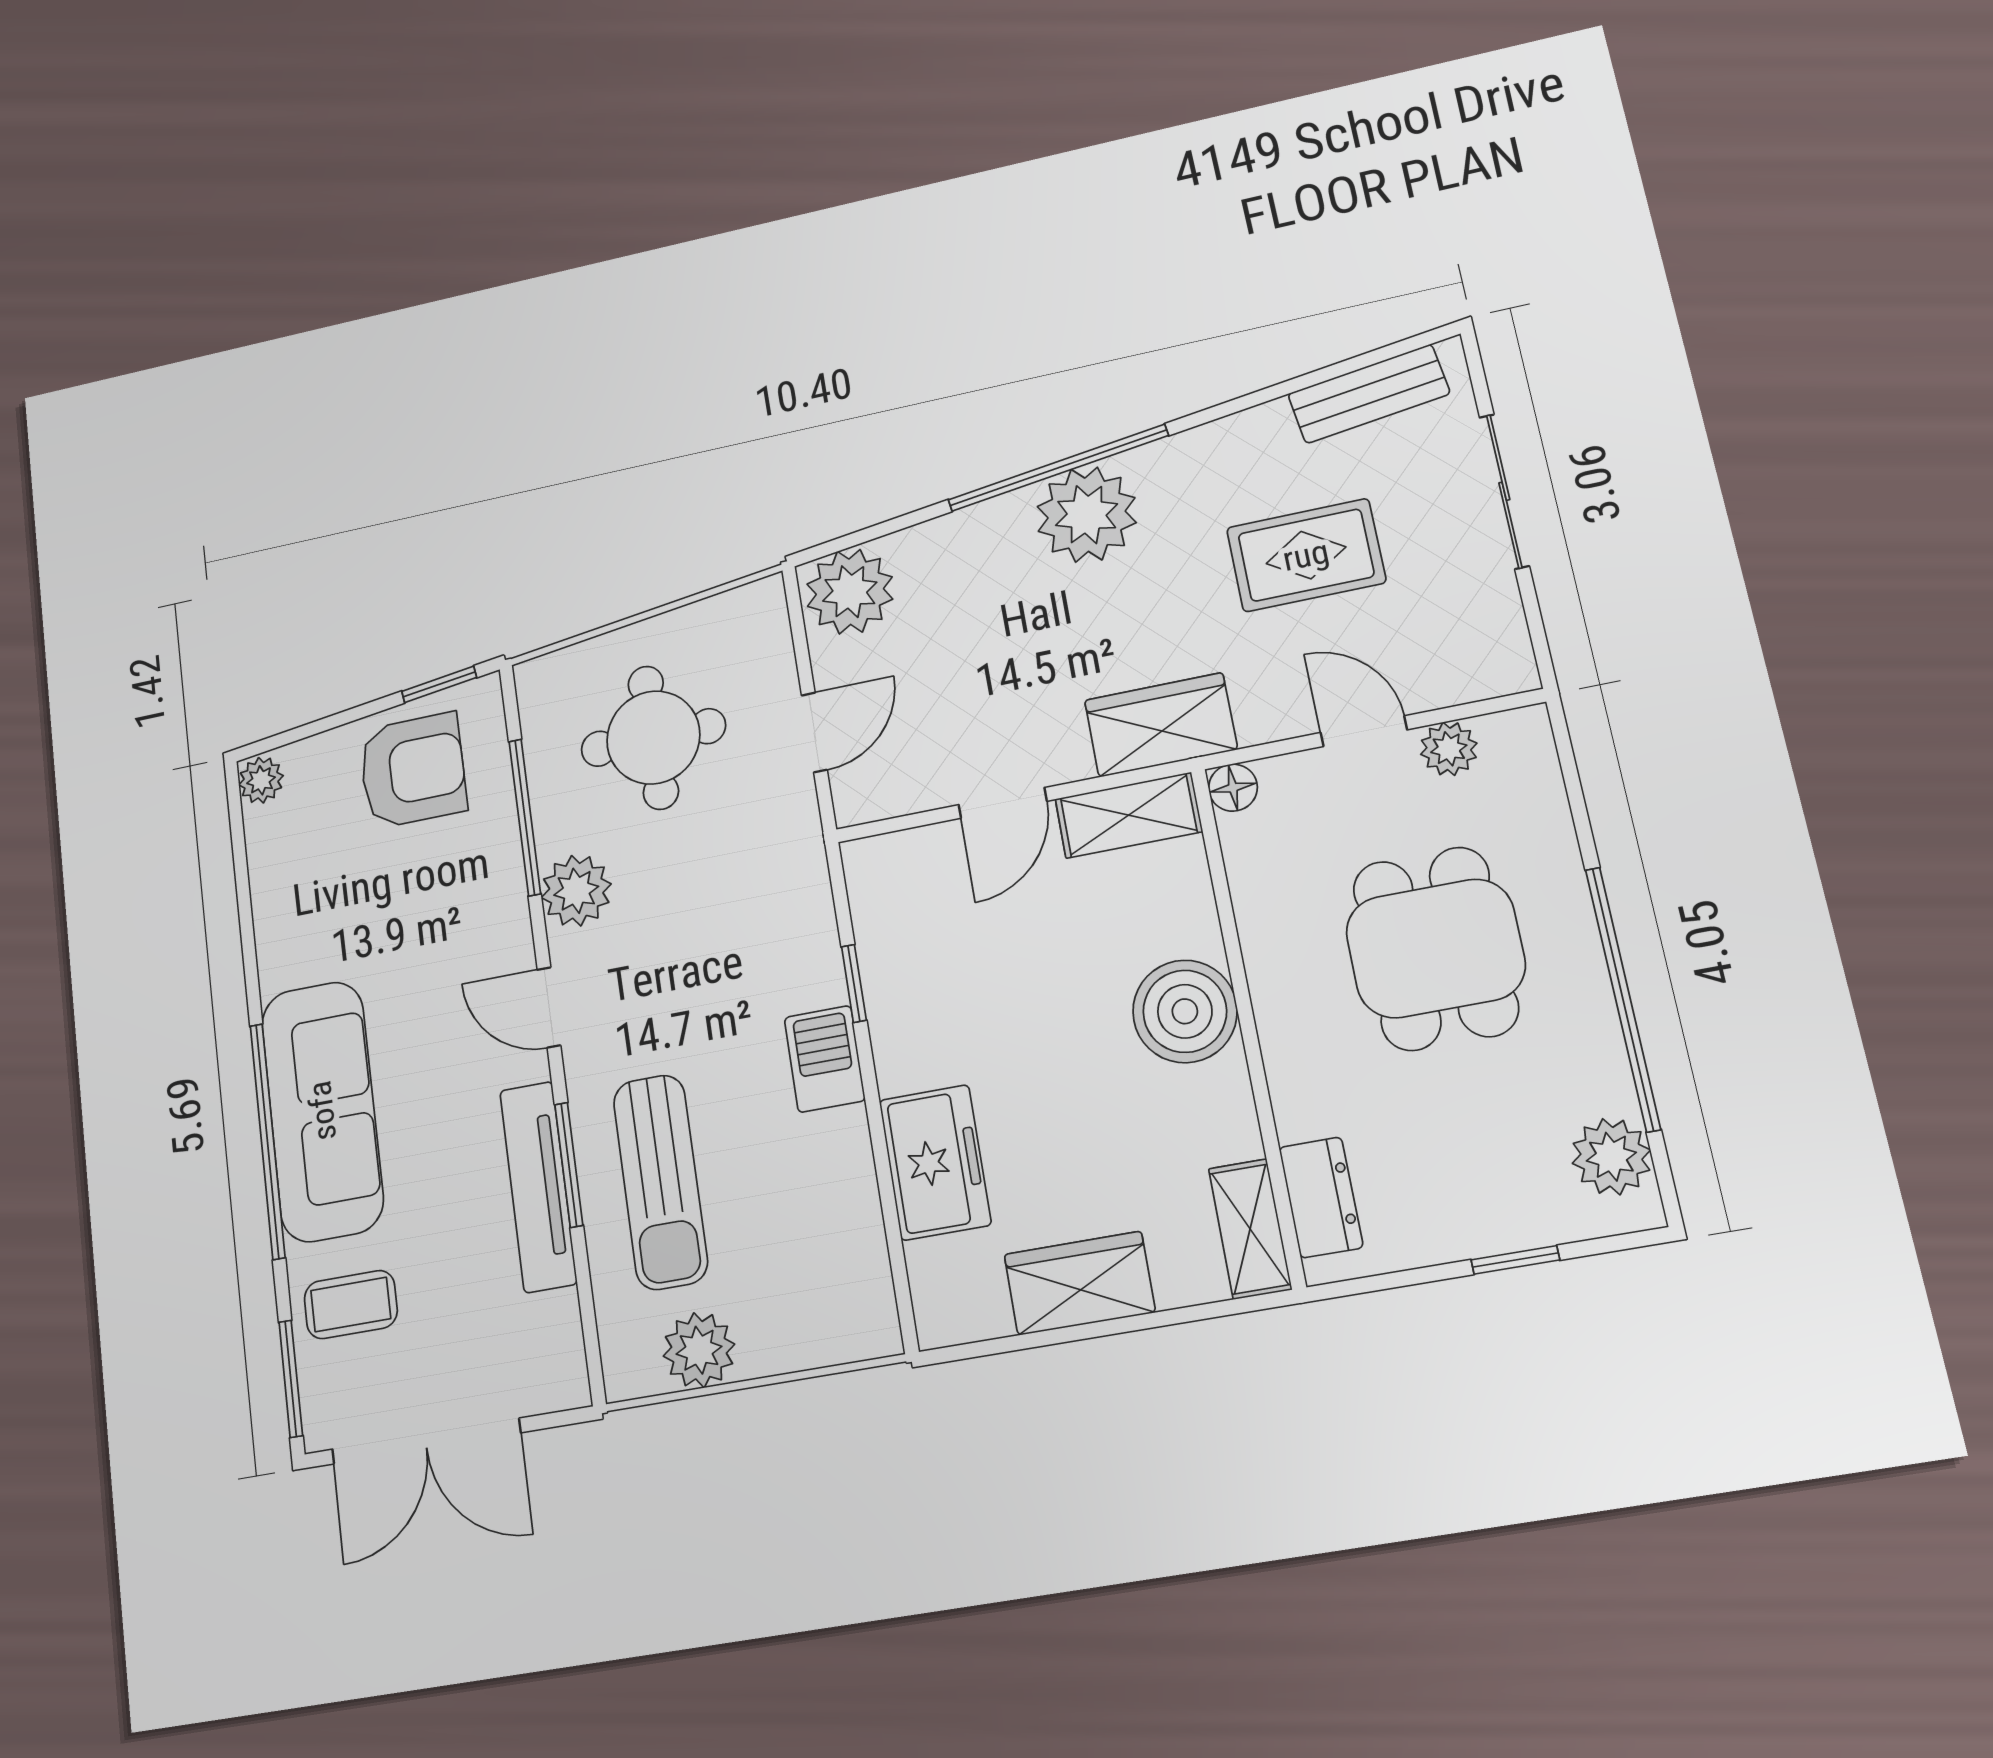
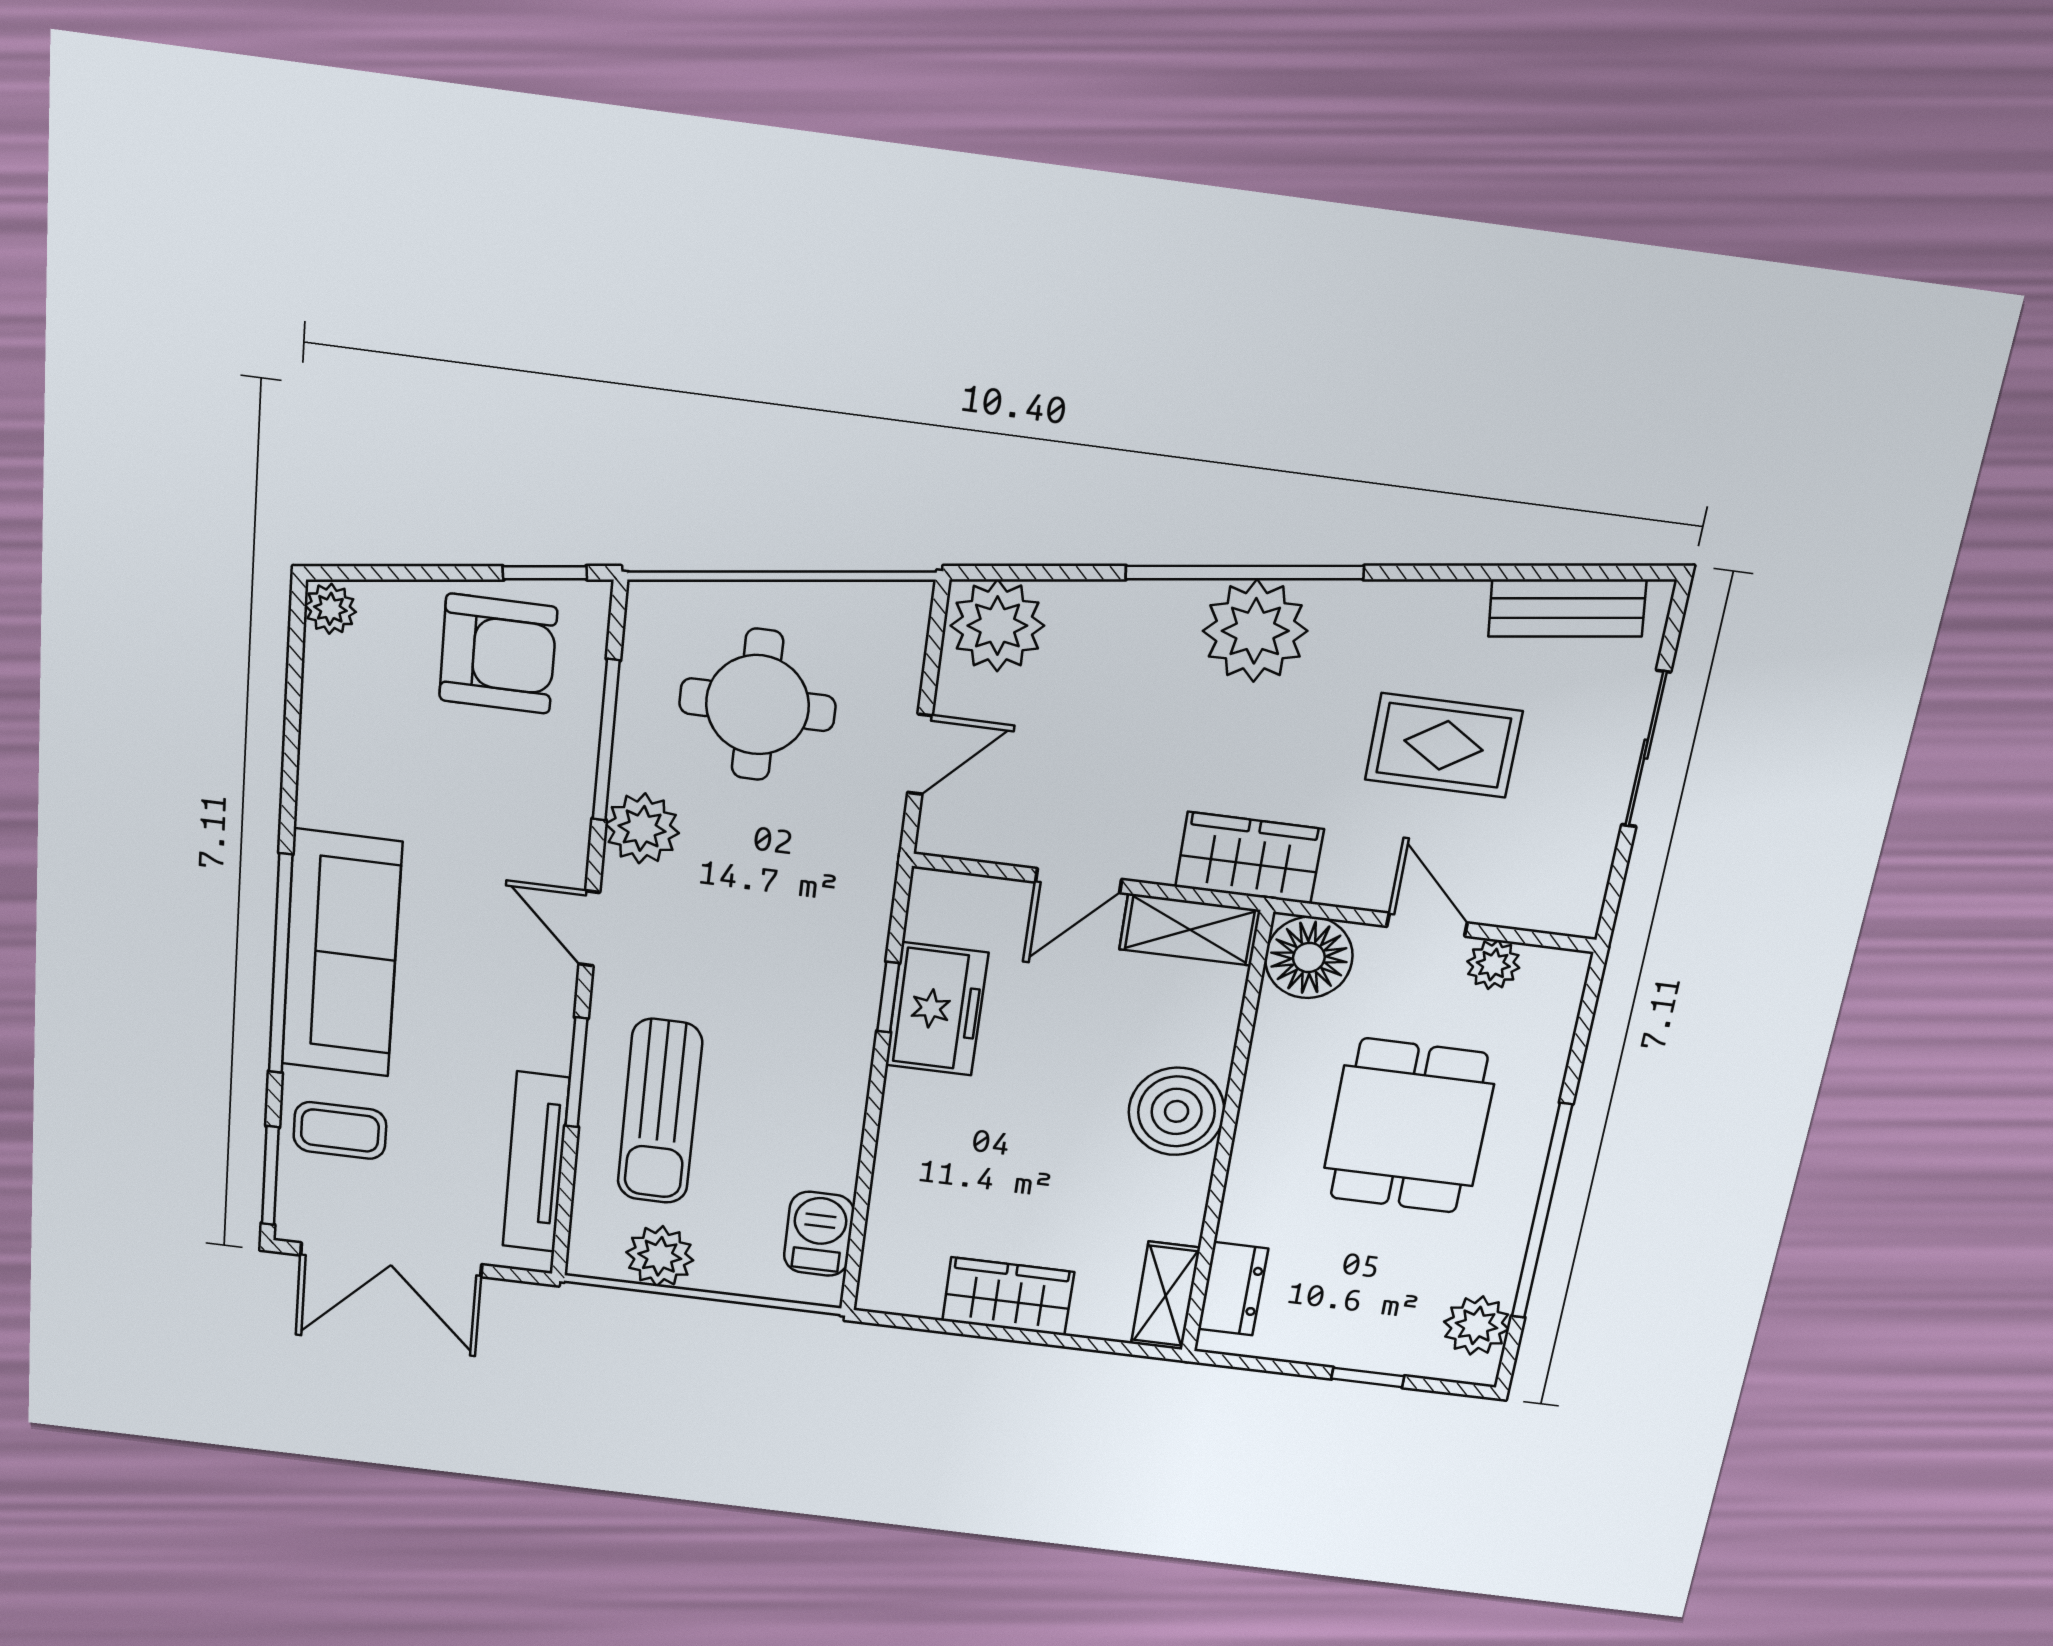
floor lamp: (1233, 788) -> (1309, 957), width x1.89, depth x1.89
barbecue: (825, 1059) -> (819, 1234), moved
freezer: (935, 1162) -> (937, 1009), moved
tv unit: (538, 1187) -> (536, 1162), moved

